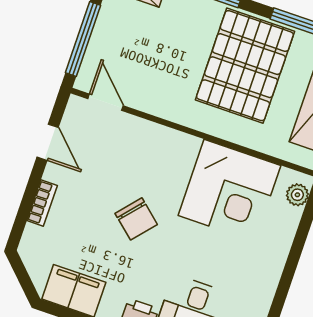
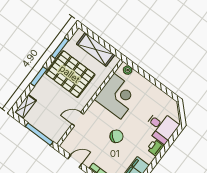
door: (106, 102) -> (78, 119), moved

